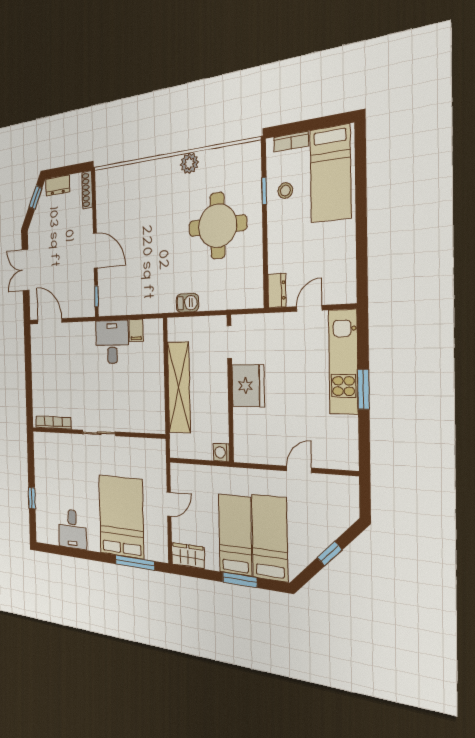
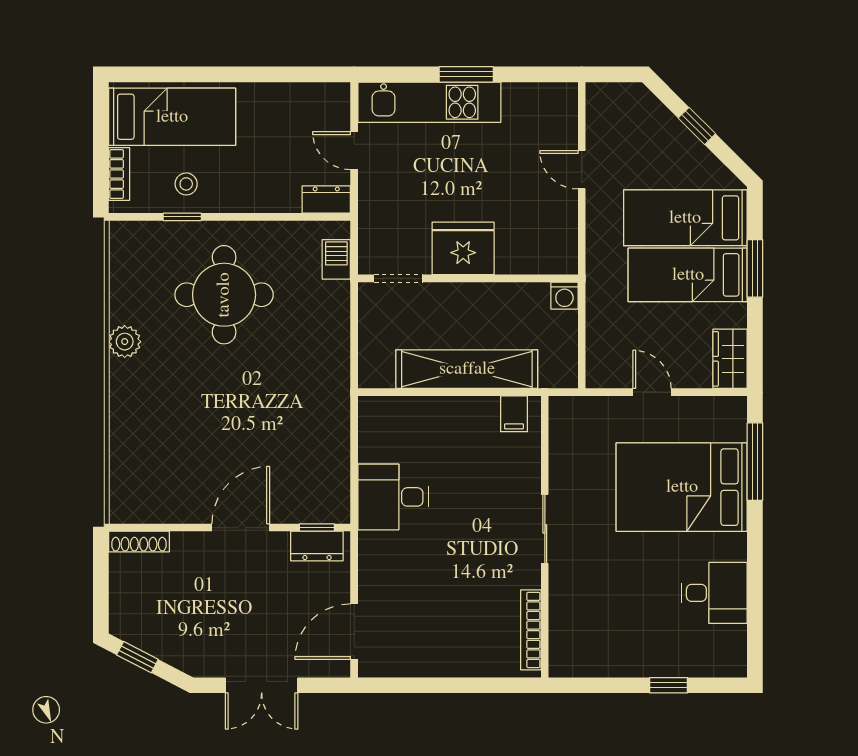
dresser: (58, 186) -> (317, 546), moved, turned 90
barbecue: (187, 303) -> (336, 259), moved
filing cabinet: (136, 330) -> (514, 414), moved, turned 90

